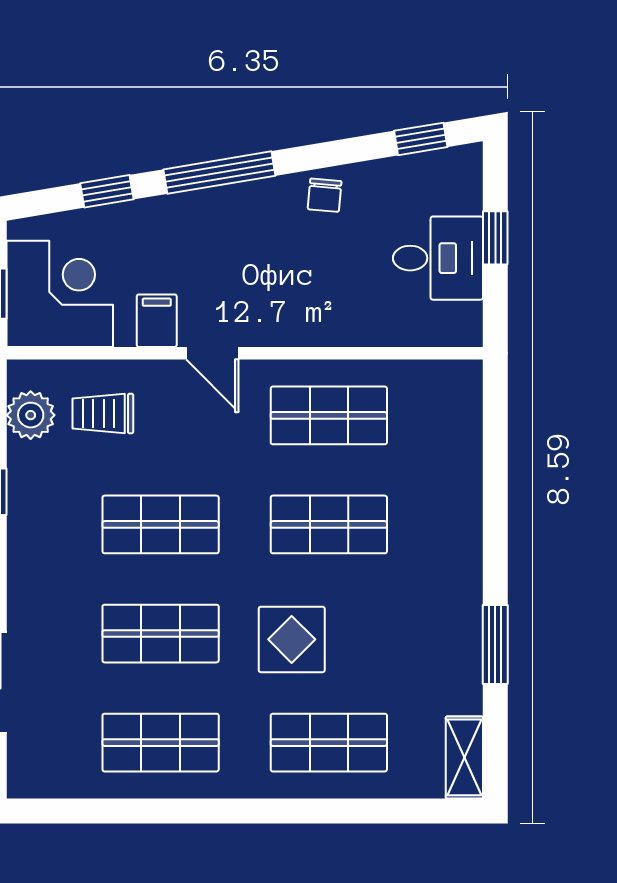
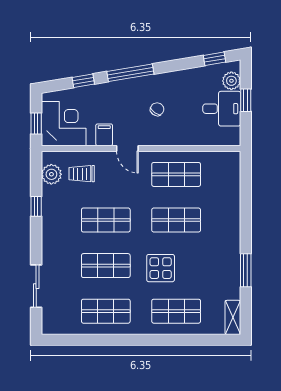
plant: (461, 191) -> (231, 81), added
chair: (325, 195) -> (157, 109), moved, turned -149

